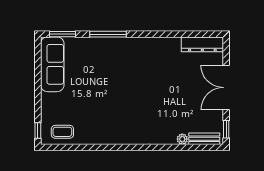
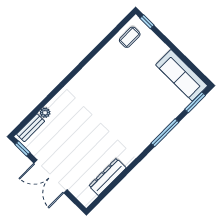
dresser: (202, 44) -> (107, 177), moved
double door: (226, 88) -> (51, 176), swing flipped

